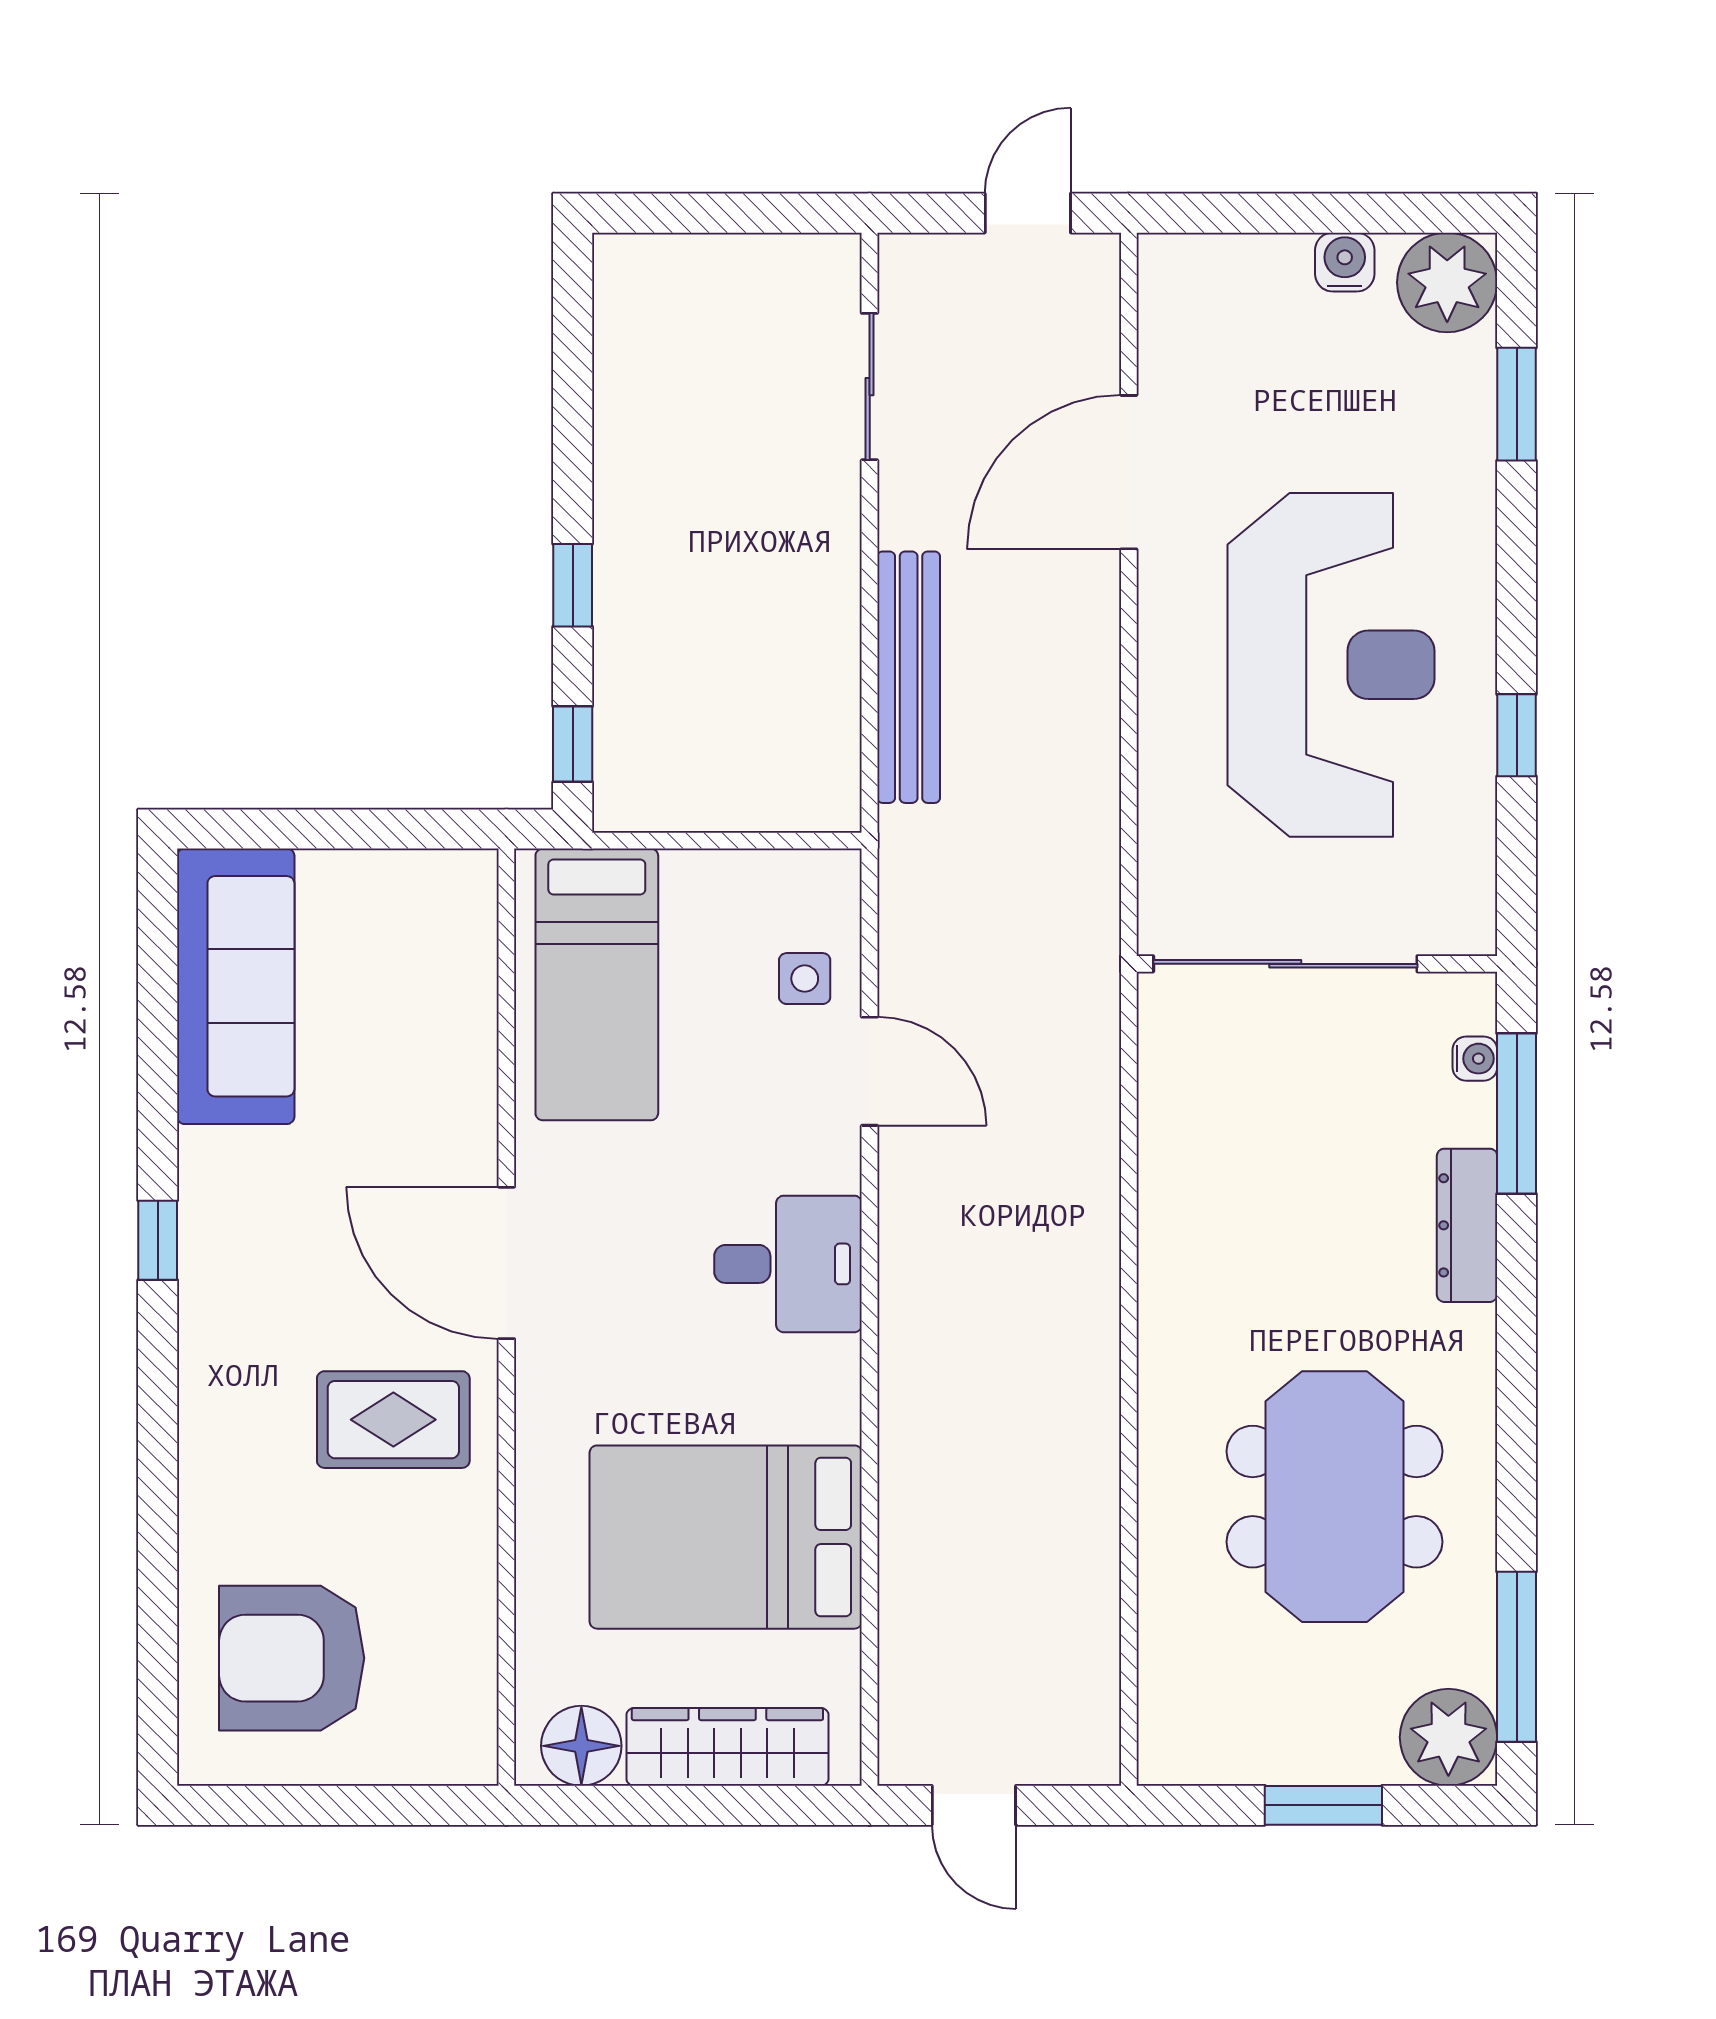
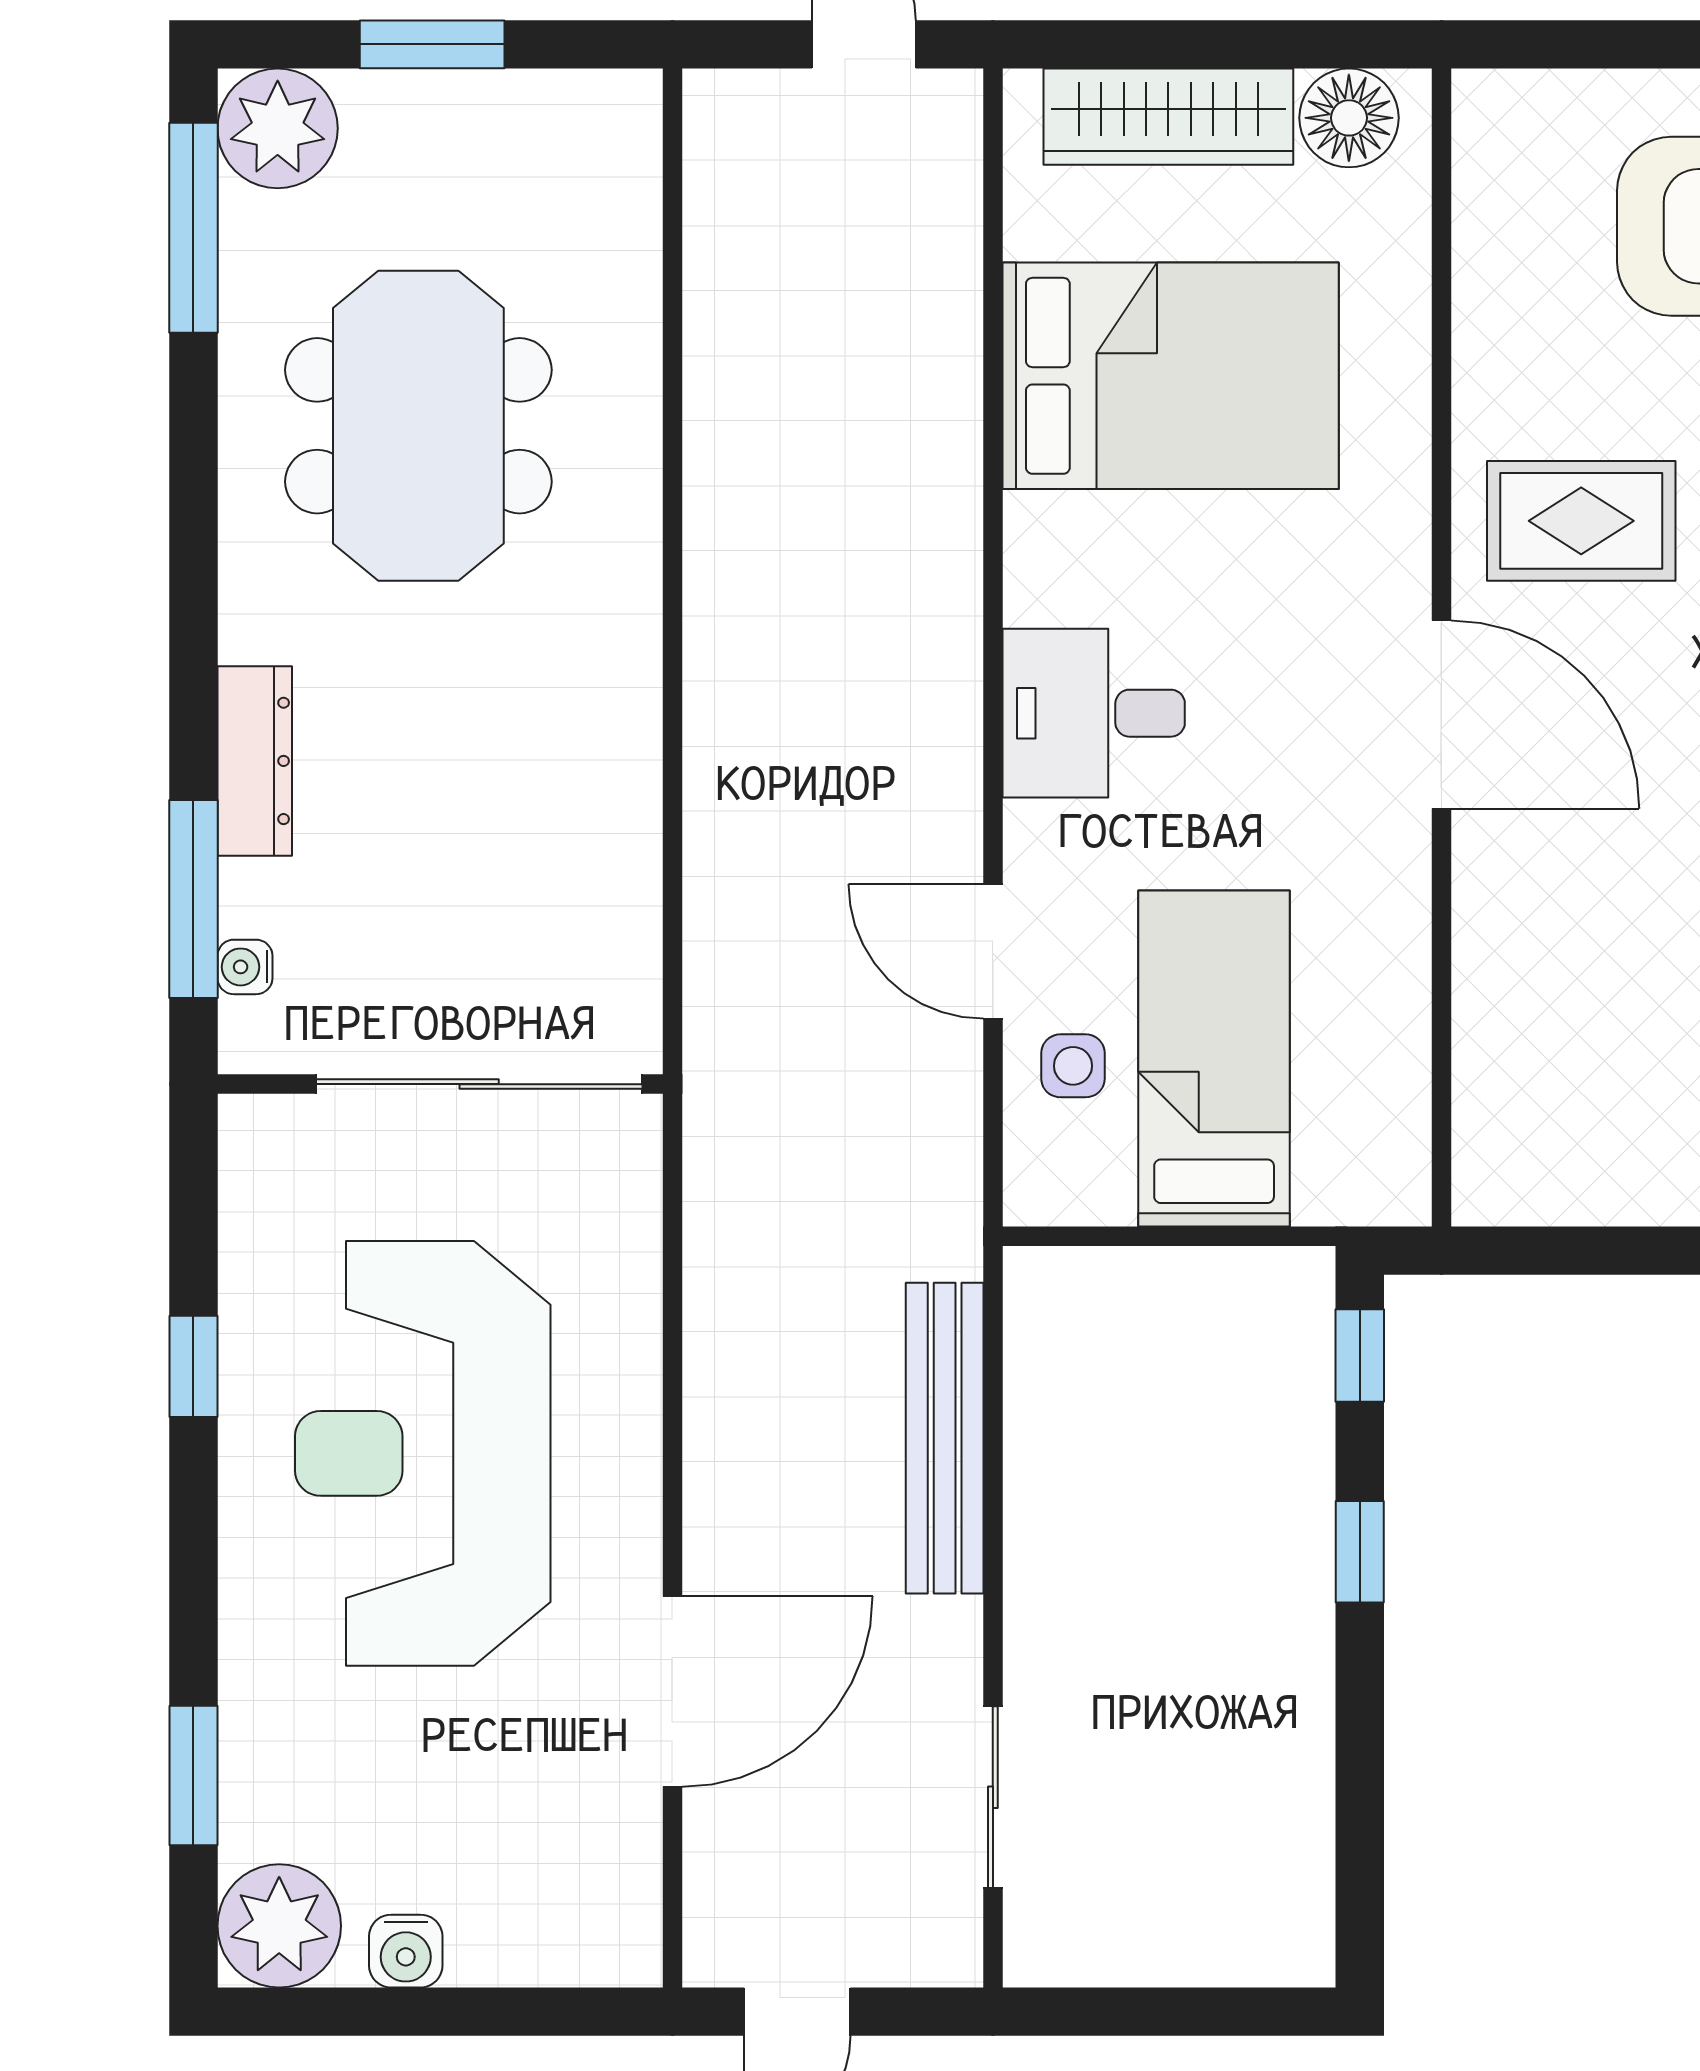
bed: (597, 984) -> (1214, 1059), moved

